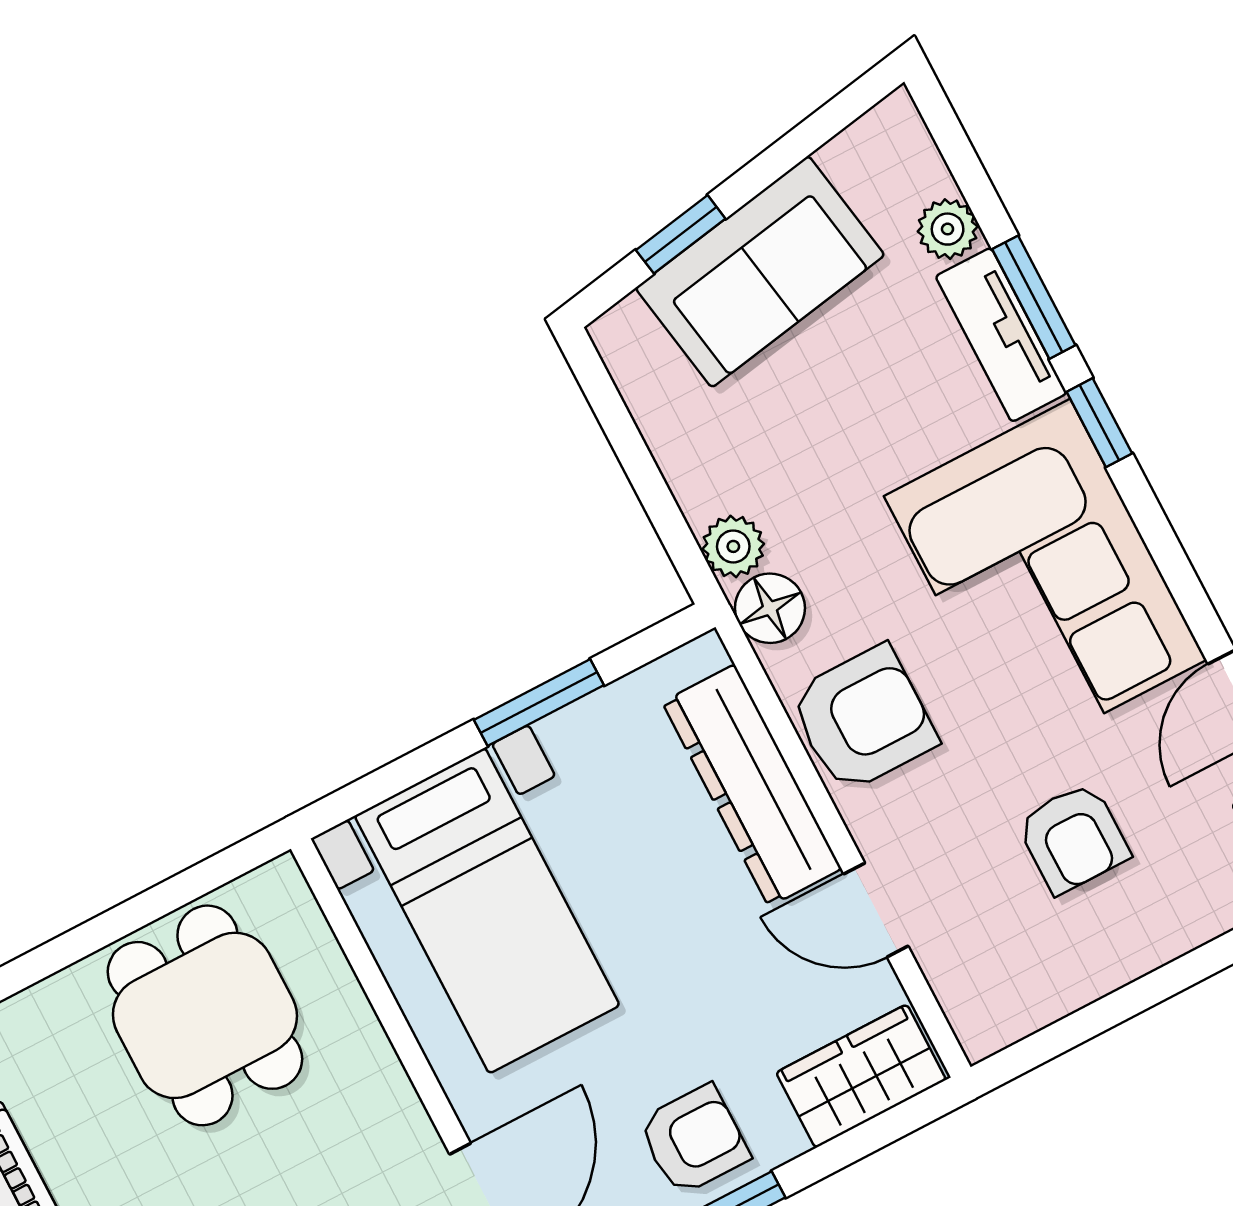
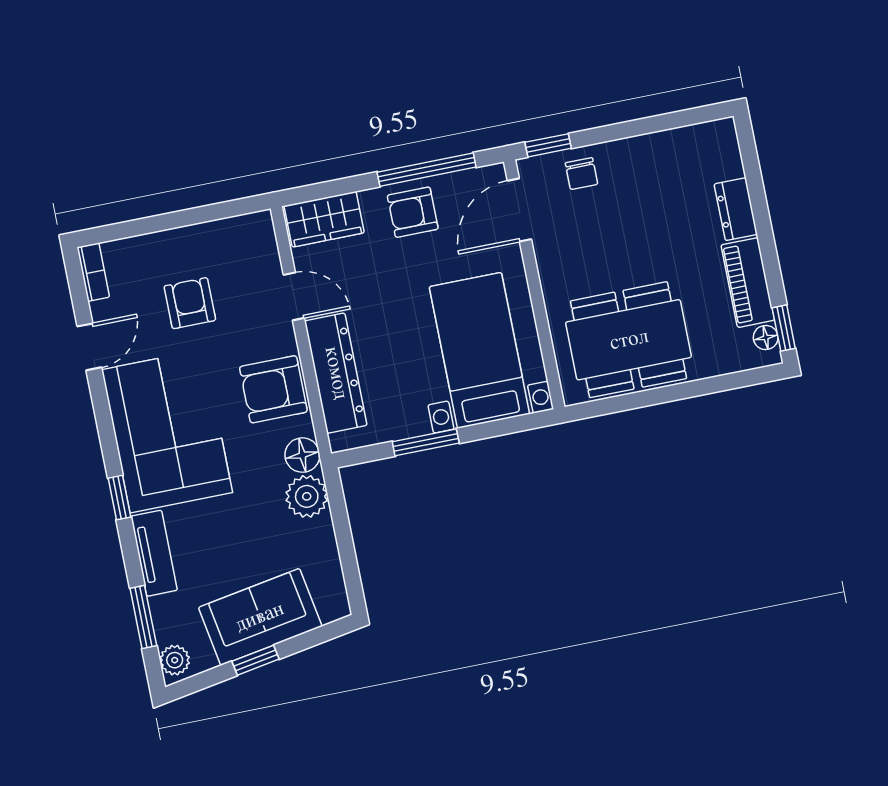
plant: (948, 229) -> (175, 660), moved
window: (681, 234) -> (256, 660), moved
window: (1034, 297) -> (143, 617), moved
plant: (733, 546) -> (307, 496), width x1.38, depth x1.38
dining table: (205, 1015) -> (629, 340), width x1.38

